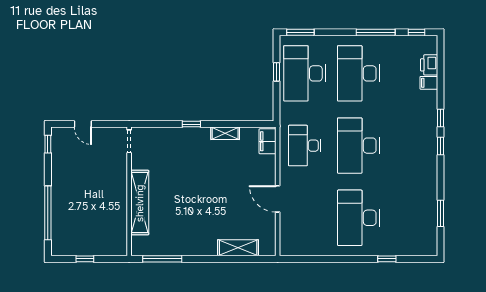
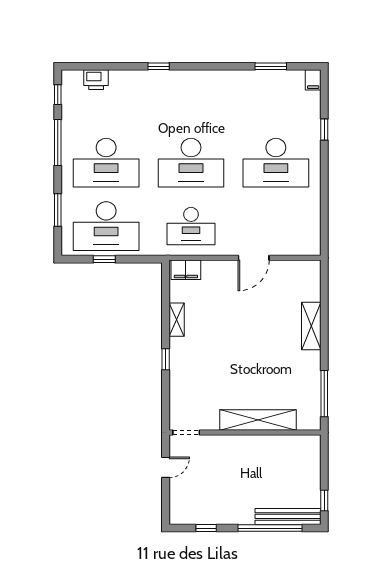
window: (300, 32) -> (58, 210), moved
filing cabinet: (429, 83) -> (313, 80), moved
door: (83, 124) -> (166, 467), moved
window: (48, 144) -> (206, 528), moved
window: (440, 146) -> (191, 66), removed
bench: (58, 228) -> (288, 516), added
shelving: (238, 248) -> (311, 326), moved
window: (85, 259) -> (324, 500), moved

